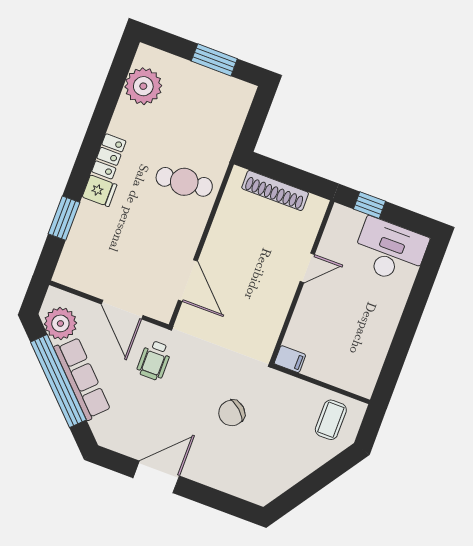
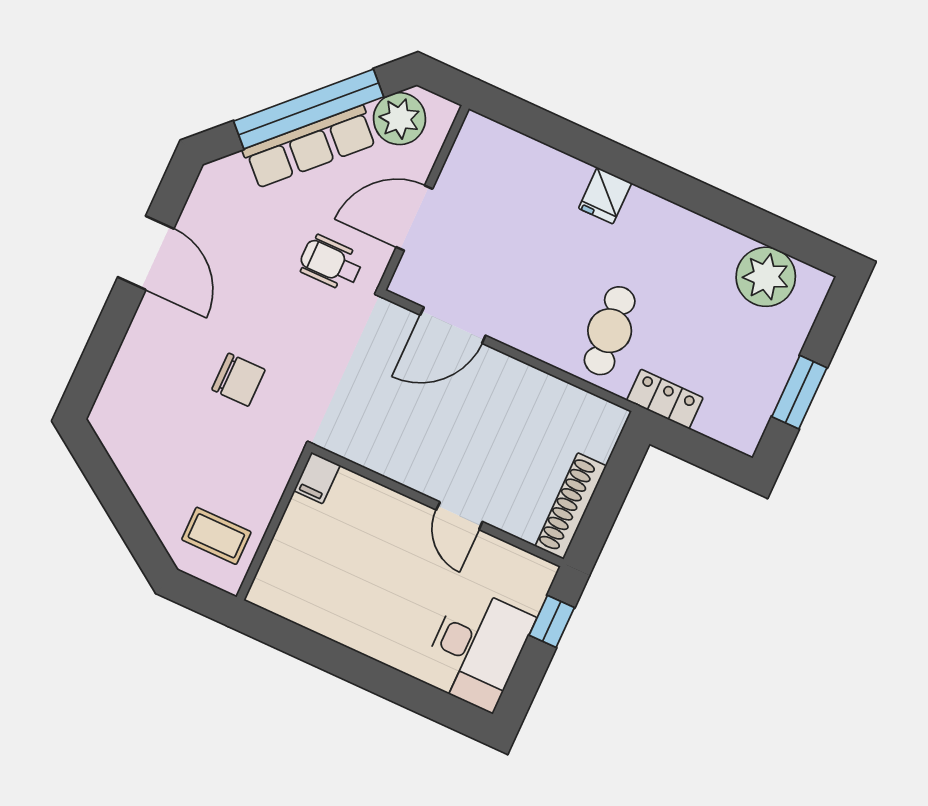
locker: (109, 156) -> (665, 399), moved, turned 180
shoe rack: (275, 191) -> (571, 506), moved
window: (64, 218) -> (566, 136), removed
chair: (232, 413) -> (238, 380), turned 139

